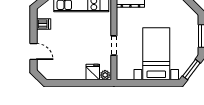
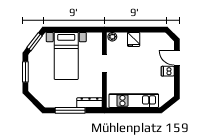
dishwasher: (44, 24) -> (168, 71), moved
fridge: (93, 72) -> (134, 39), moved

